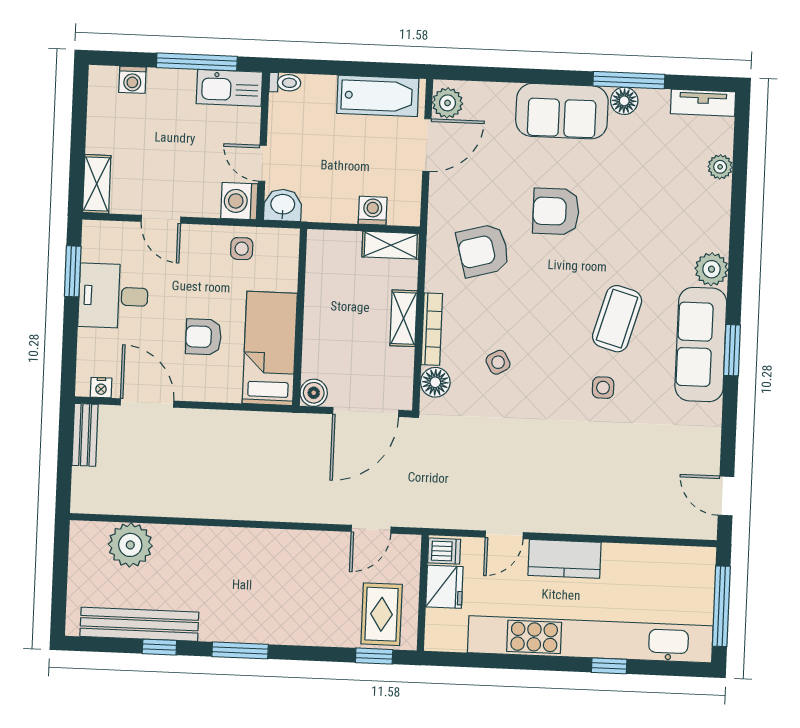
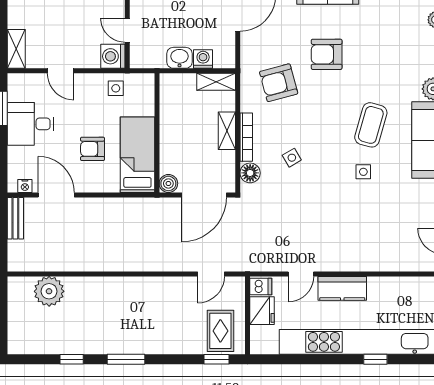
washbasin: (283, 205) -> (180, 58), moved
bench: (139, 624) -> (57, 344), removed

